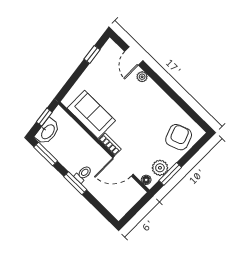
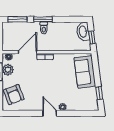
door: (134, 56) -> (50, 113), moved
sofa: (91, 114) -> (85, 72), moved, turned 83
window: (46, 154) -> (17, 19), moved

